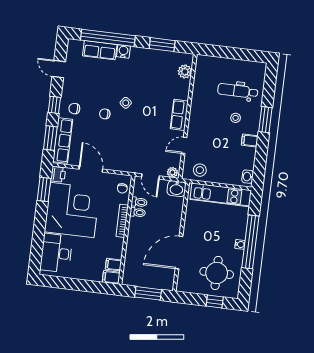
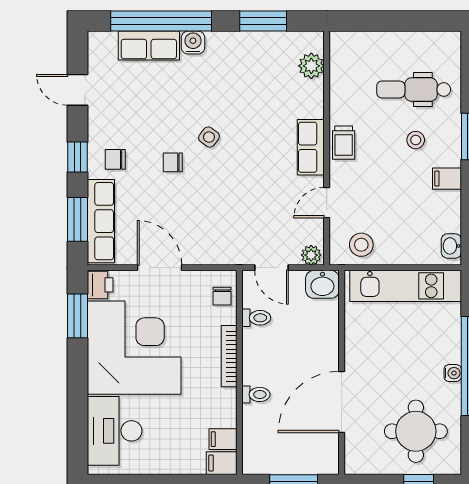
trolley: (197, 115) -> (344, 143), added
toilet: (138, 212) -> (256, 394), moved

